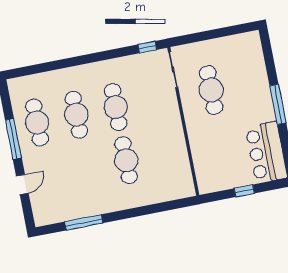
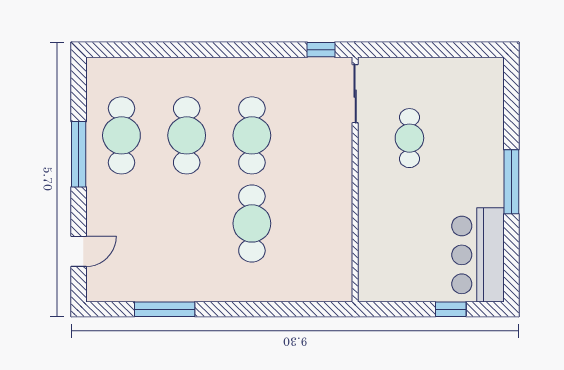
cafe table: (211, 90) -> (409, 138), width x0.73, depth x0.74
door: (22, 184) -> (79, 251), moved
window: (244, 191) -> (451, 309), moved

